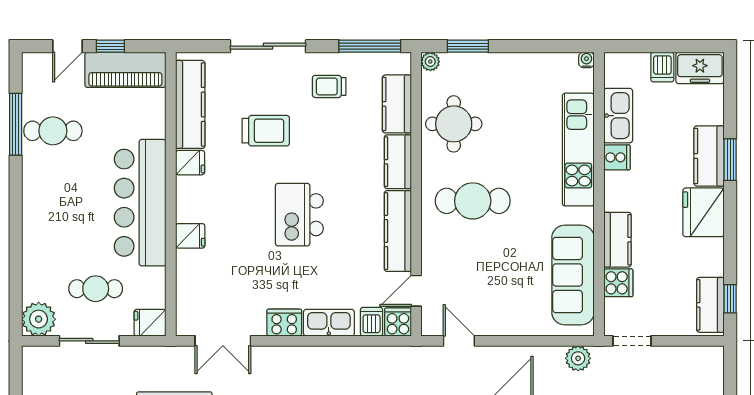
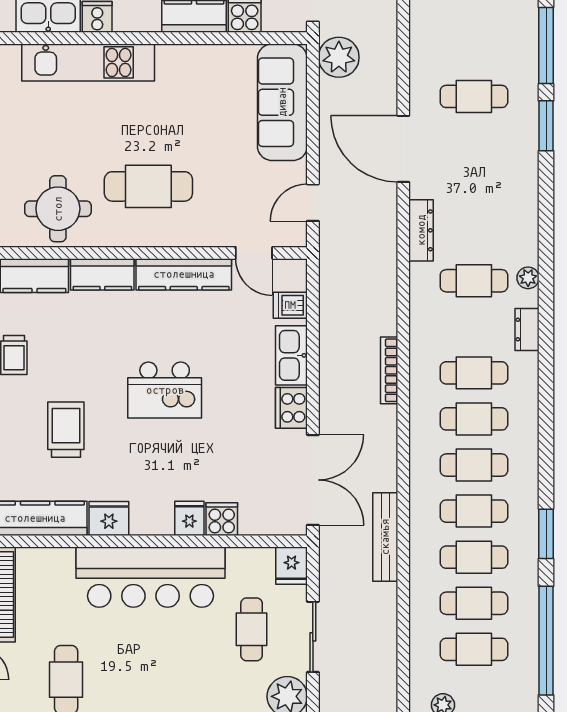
fridge: (190, 163) -> (109, 518), width x1.38
cafe table: (473, 201) -> (148, 186), turned 90
sofa: (573, 275) -> (282, 102), moved, turned 90
cooker: (398, 322) -> (222, 519), moved, turned 90
double door: (223, 341) -> (313, 480), width x1.37
plant: (578, 358) -> (339, 57), width x1.36, depth x1.36

